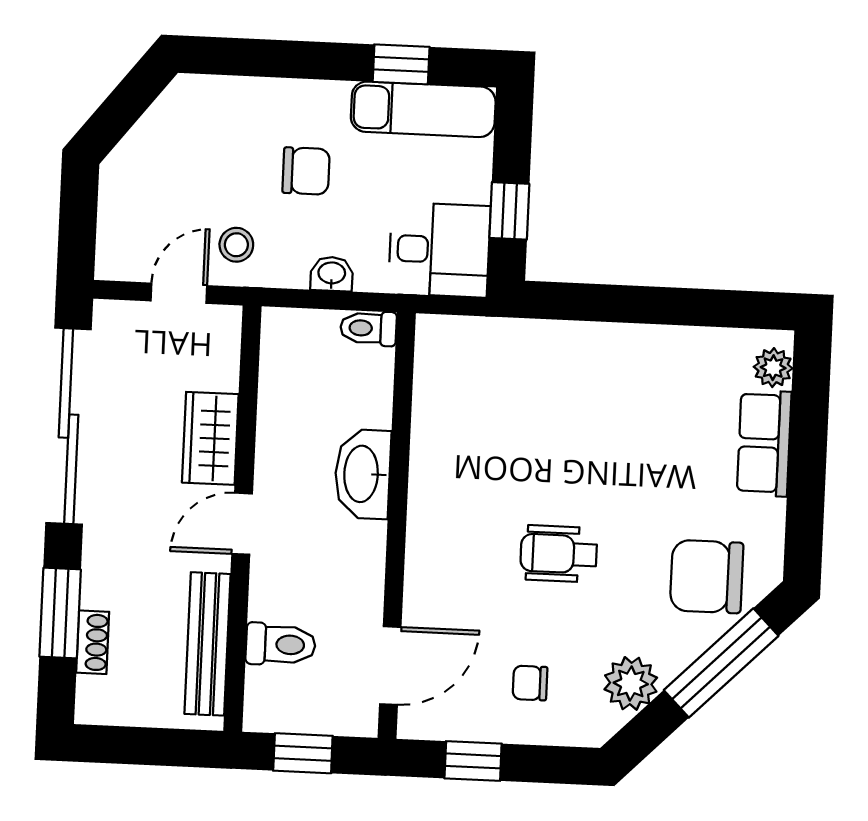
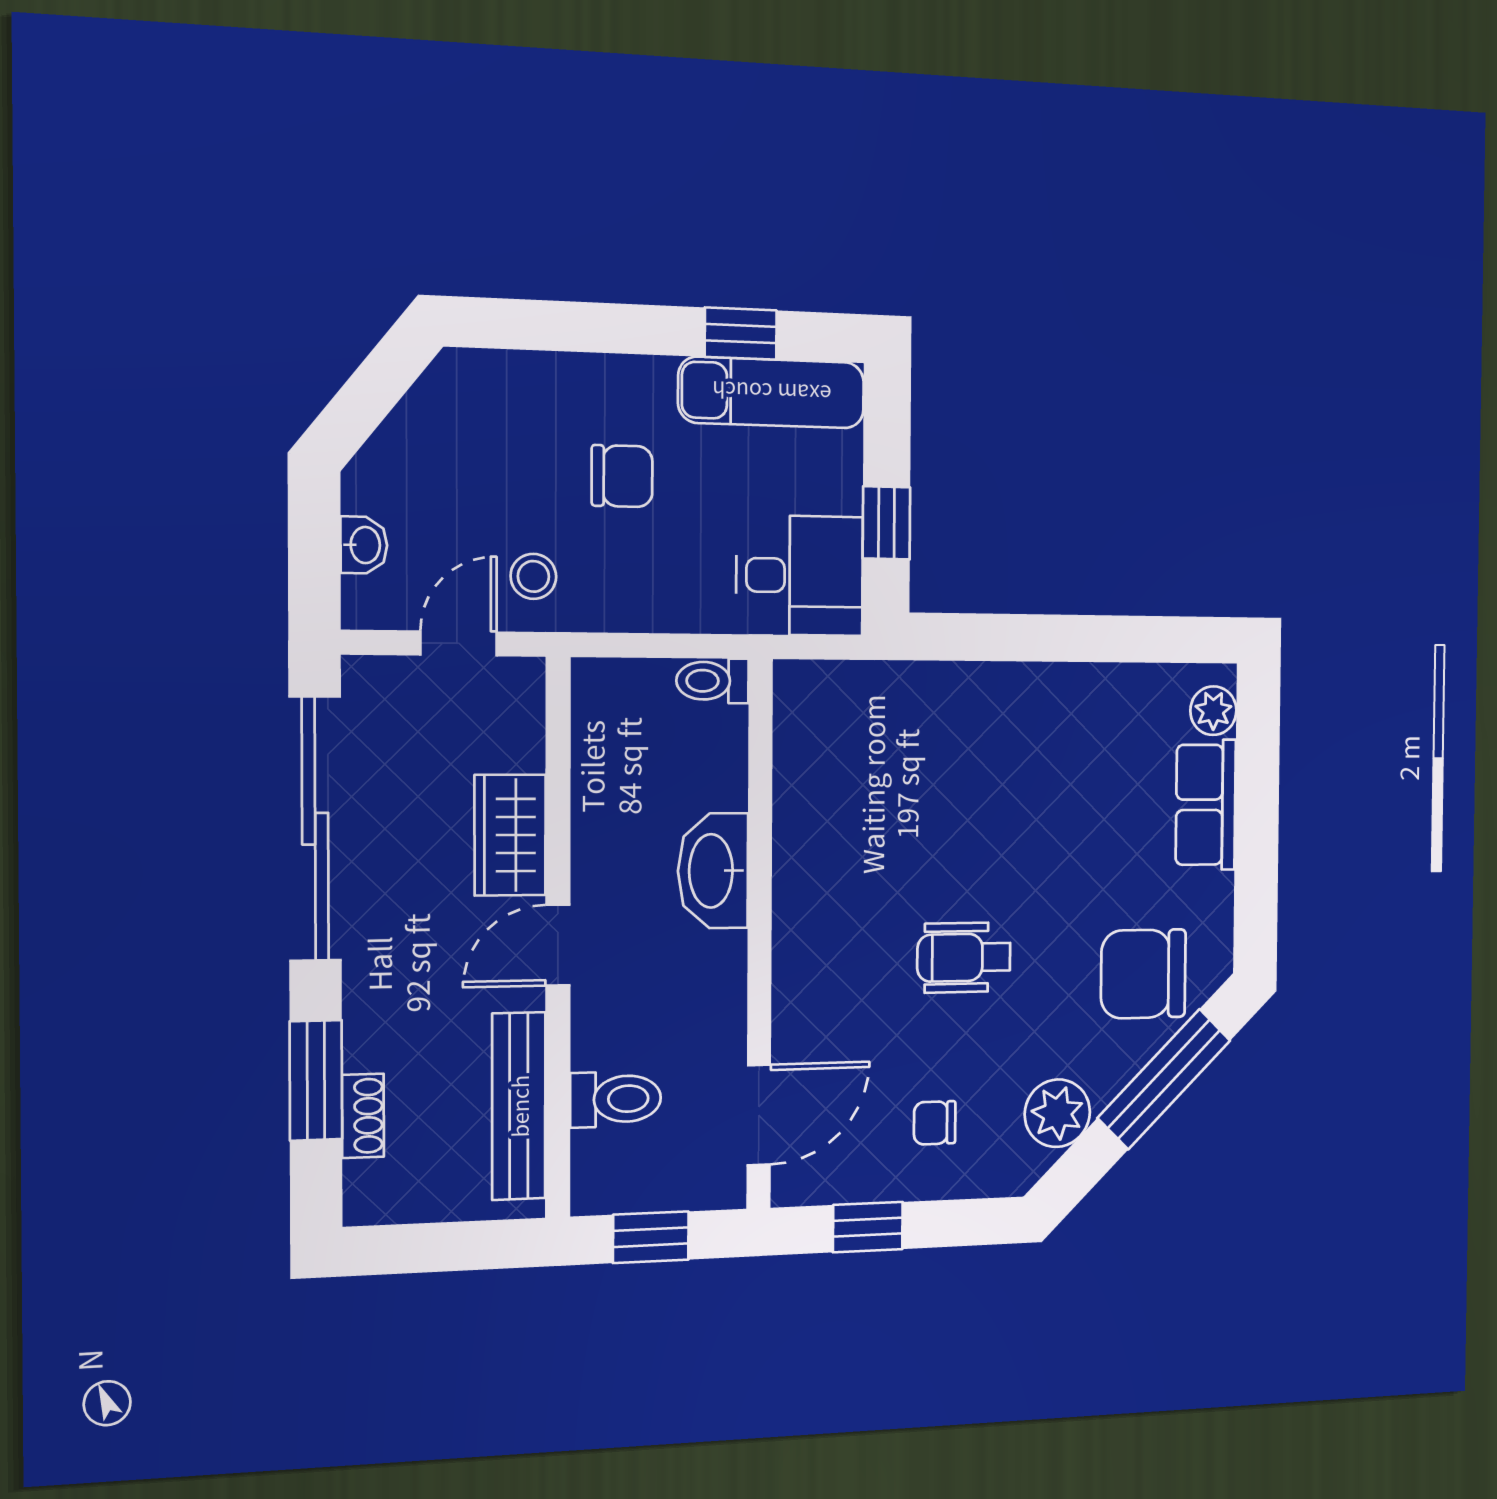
washbasin: (332, 274) -> (364, 545), moved, turned 90

